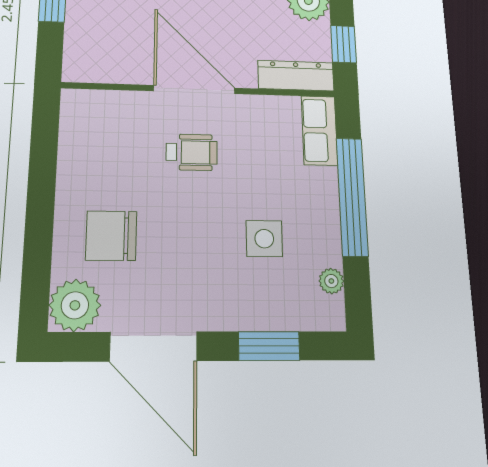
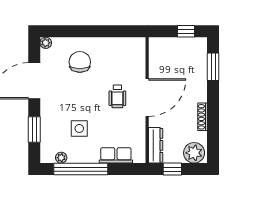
row of seats: (319, 130) -> (116, 155), moved
window: (352, 196) -> (81, 169), moved
plant: (75, 305) -> (46, 43), width x0.53, depth x0.53

